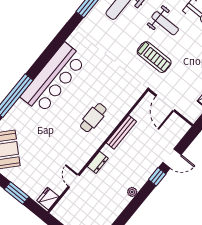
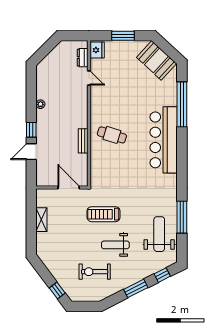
cafe table: (93, 118) -> (112, 135), turned -73
bench: (121, 132) -> (83, 141), width x0.73
dresser: (98, 162) -> (83, 58), moved

